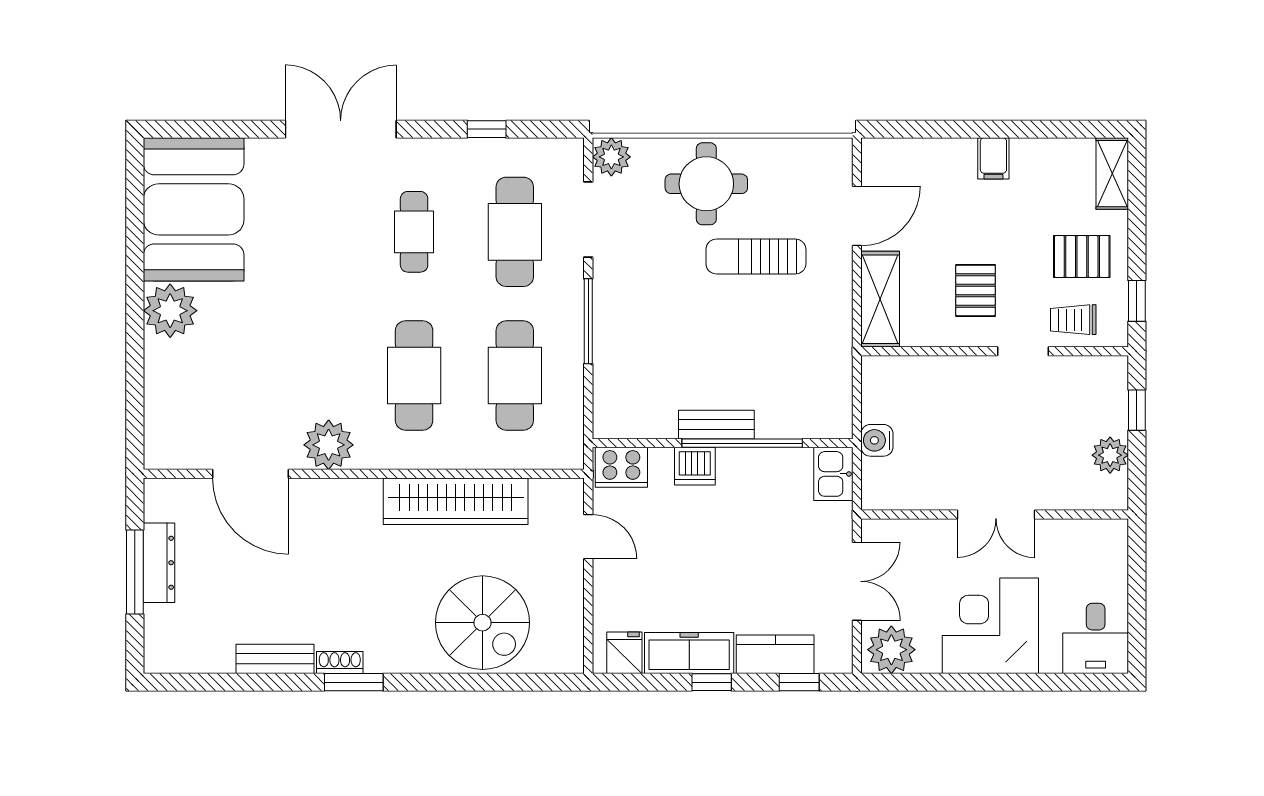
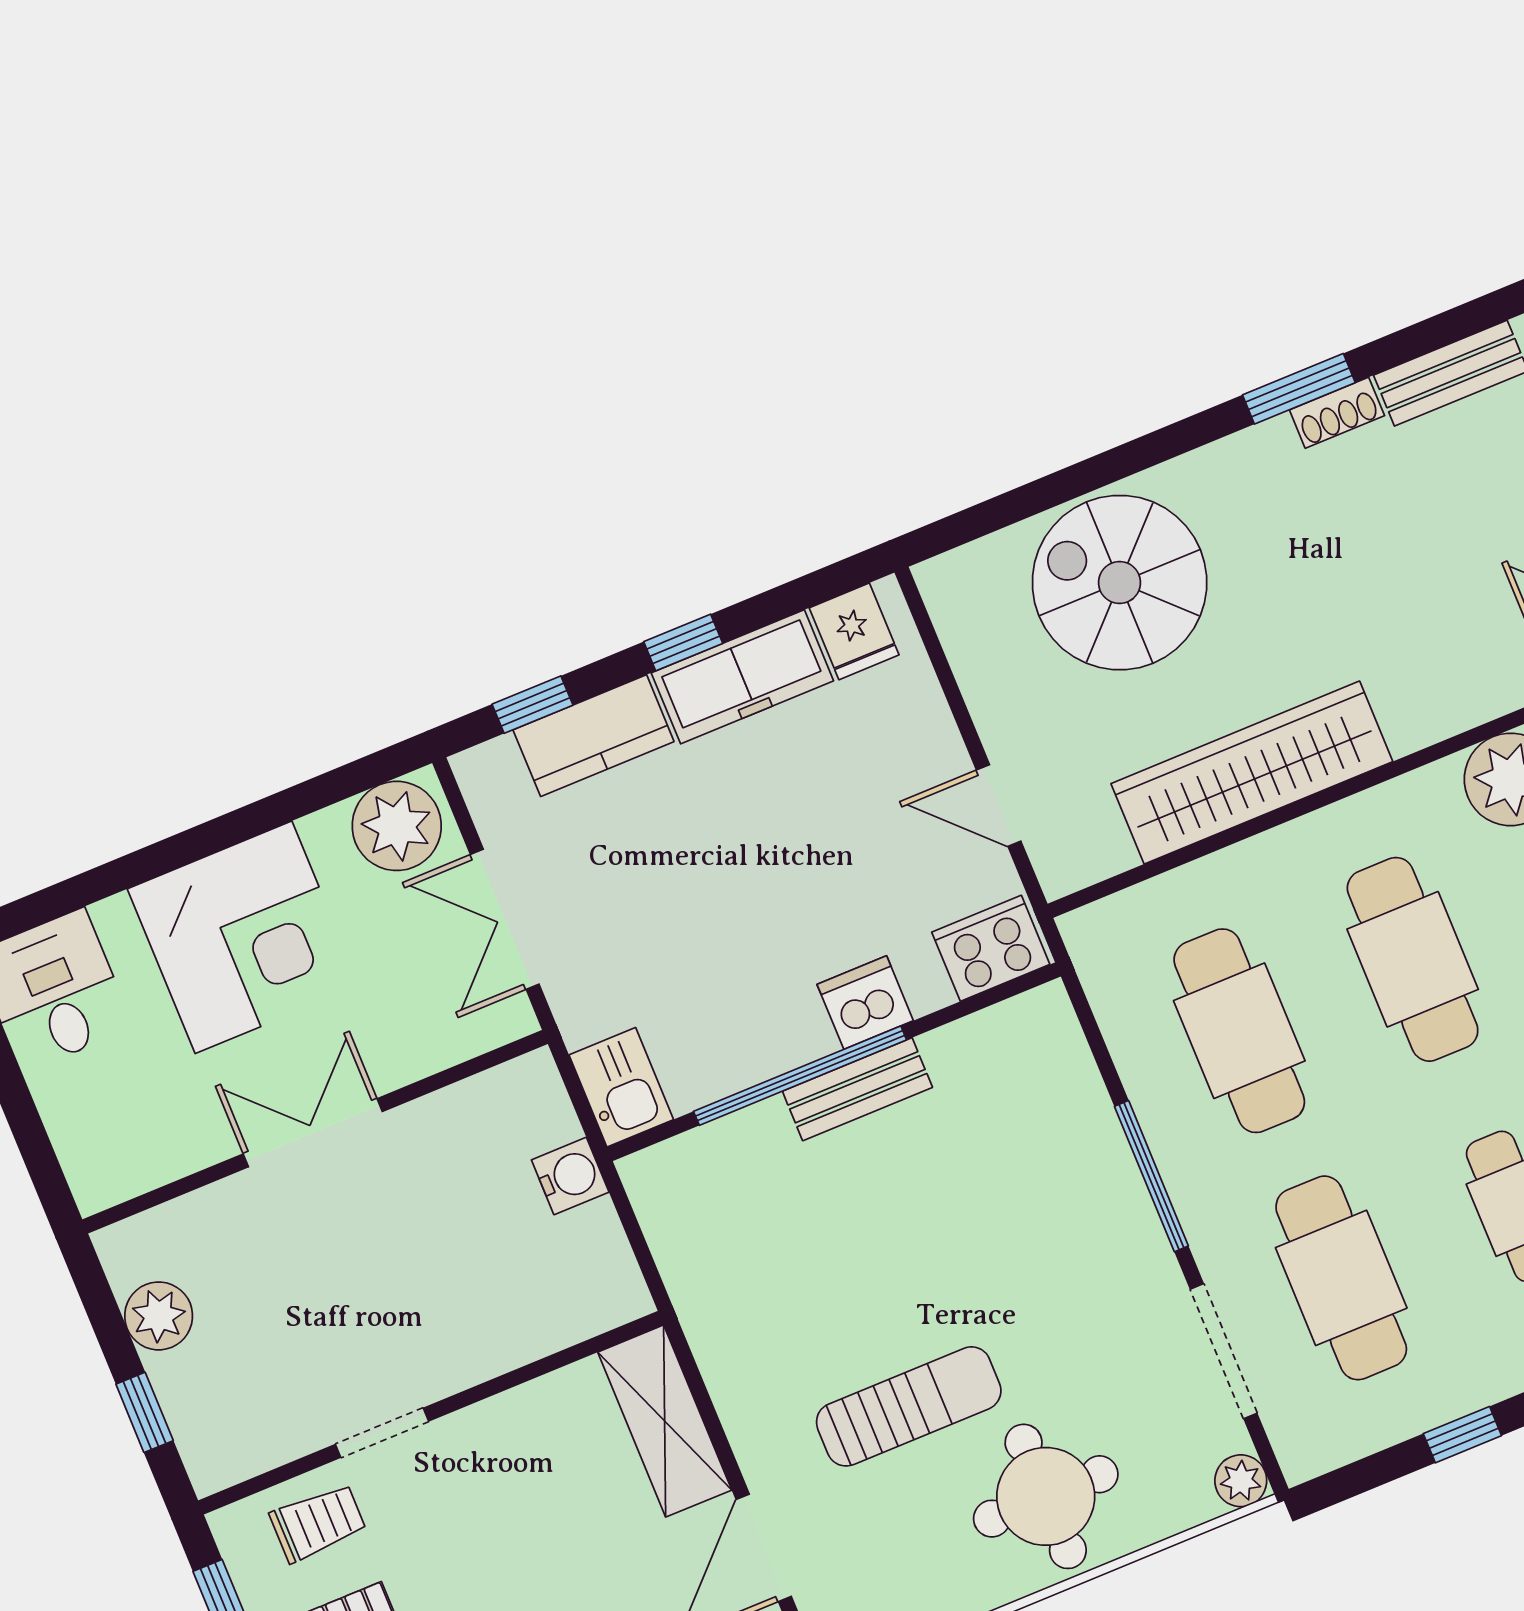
plant: (611, 157) -> (1241, 1481), width x0.73, depth x0.73
pallet: (975, 290) -> (507, 1504), removed

